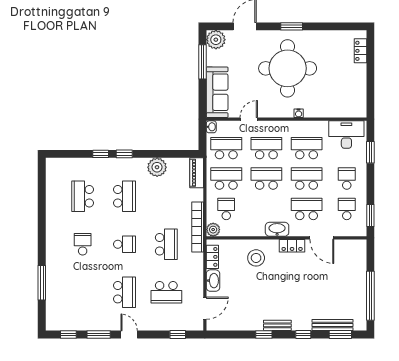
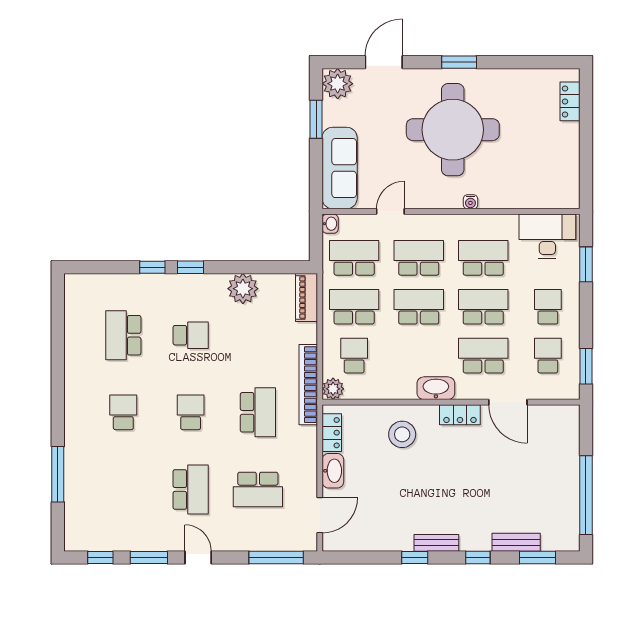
window: (203, 62) -> (316, 119), width x0.69
school desk: (124, 196) -> (191, 335), width x0.54
school desk: (124, 244) -> (191, 412), turned -90
bench: (332, 325) -> (516, 542), width x0.73
window: (178, 335) -> (276, 557), width x2.17

